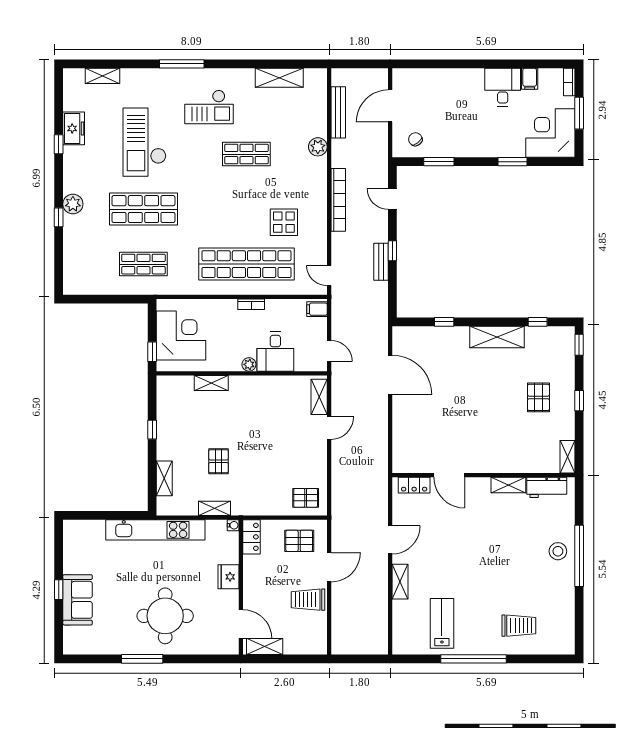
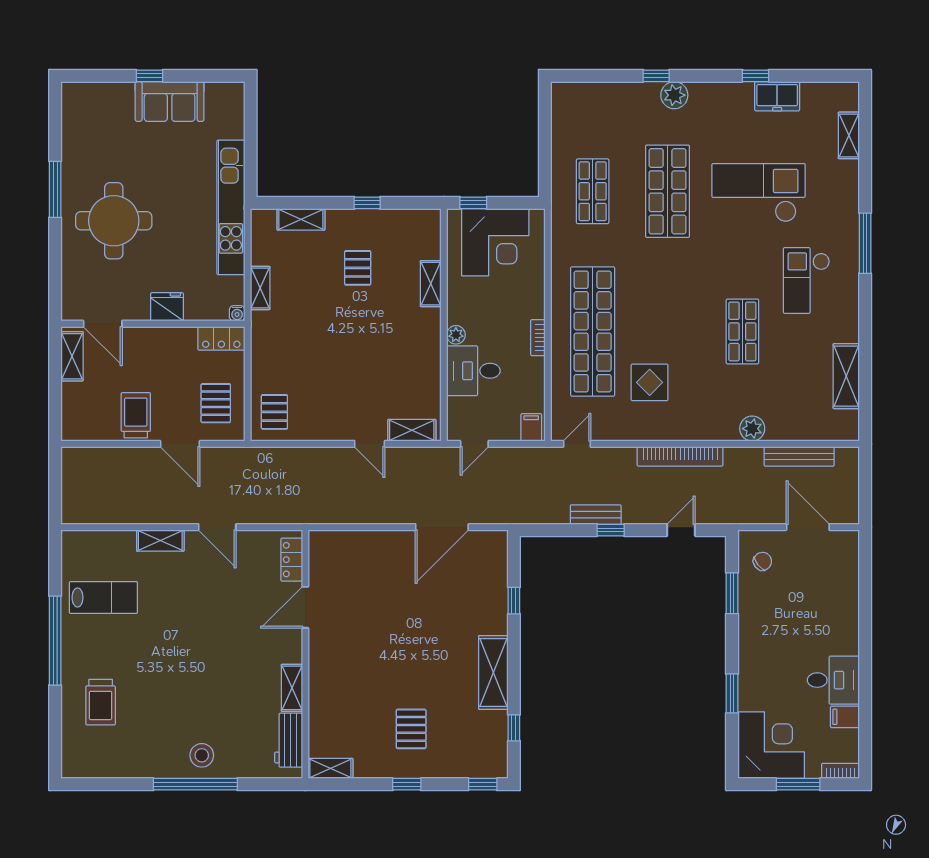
pallet: (538, 397) -> (411, 729), turned 90
pallet: (218, 461) -> (358, 268), moved, turned 90
sofa: (78, 600) -> (170, 102), moved
door: (241, 624) -> (103, 324), hinge flipped

